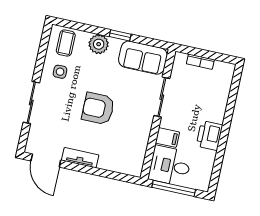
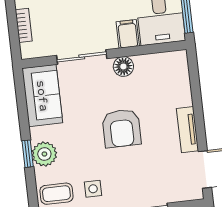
window: (120, 35) -> (28, 154), moved
floor lamp: (144, 126) -> (123, 66), added

